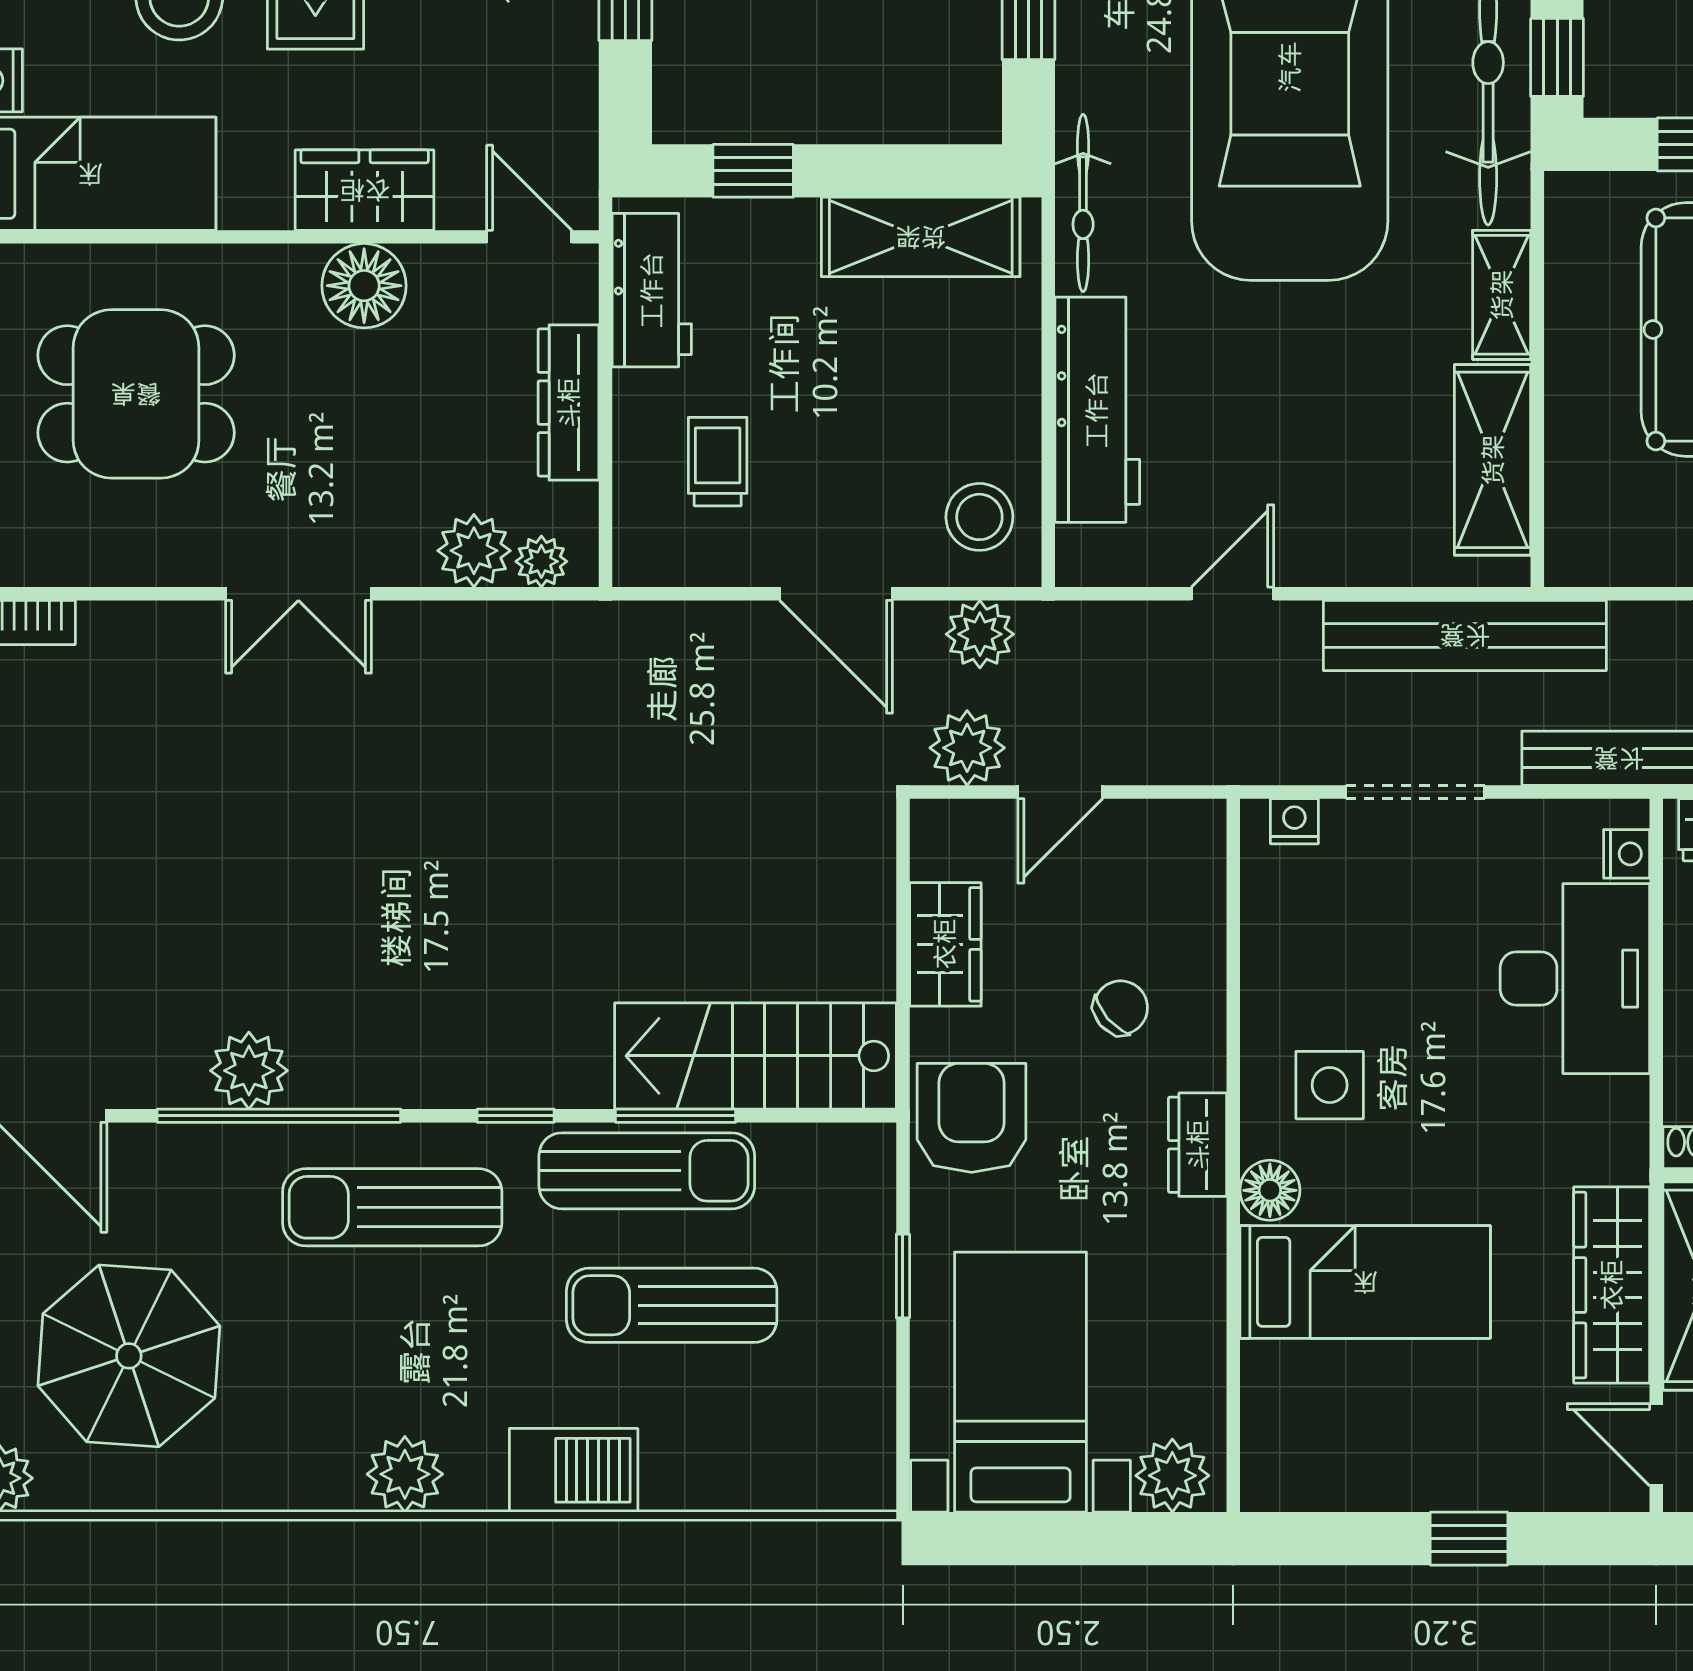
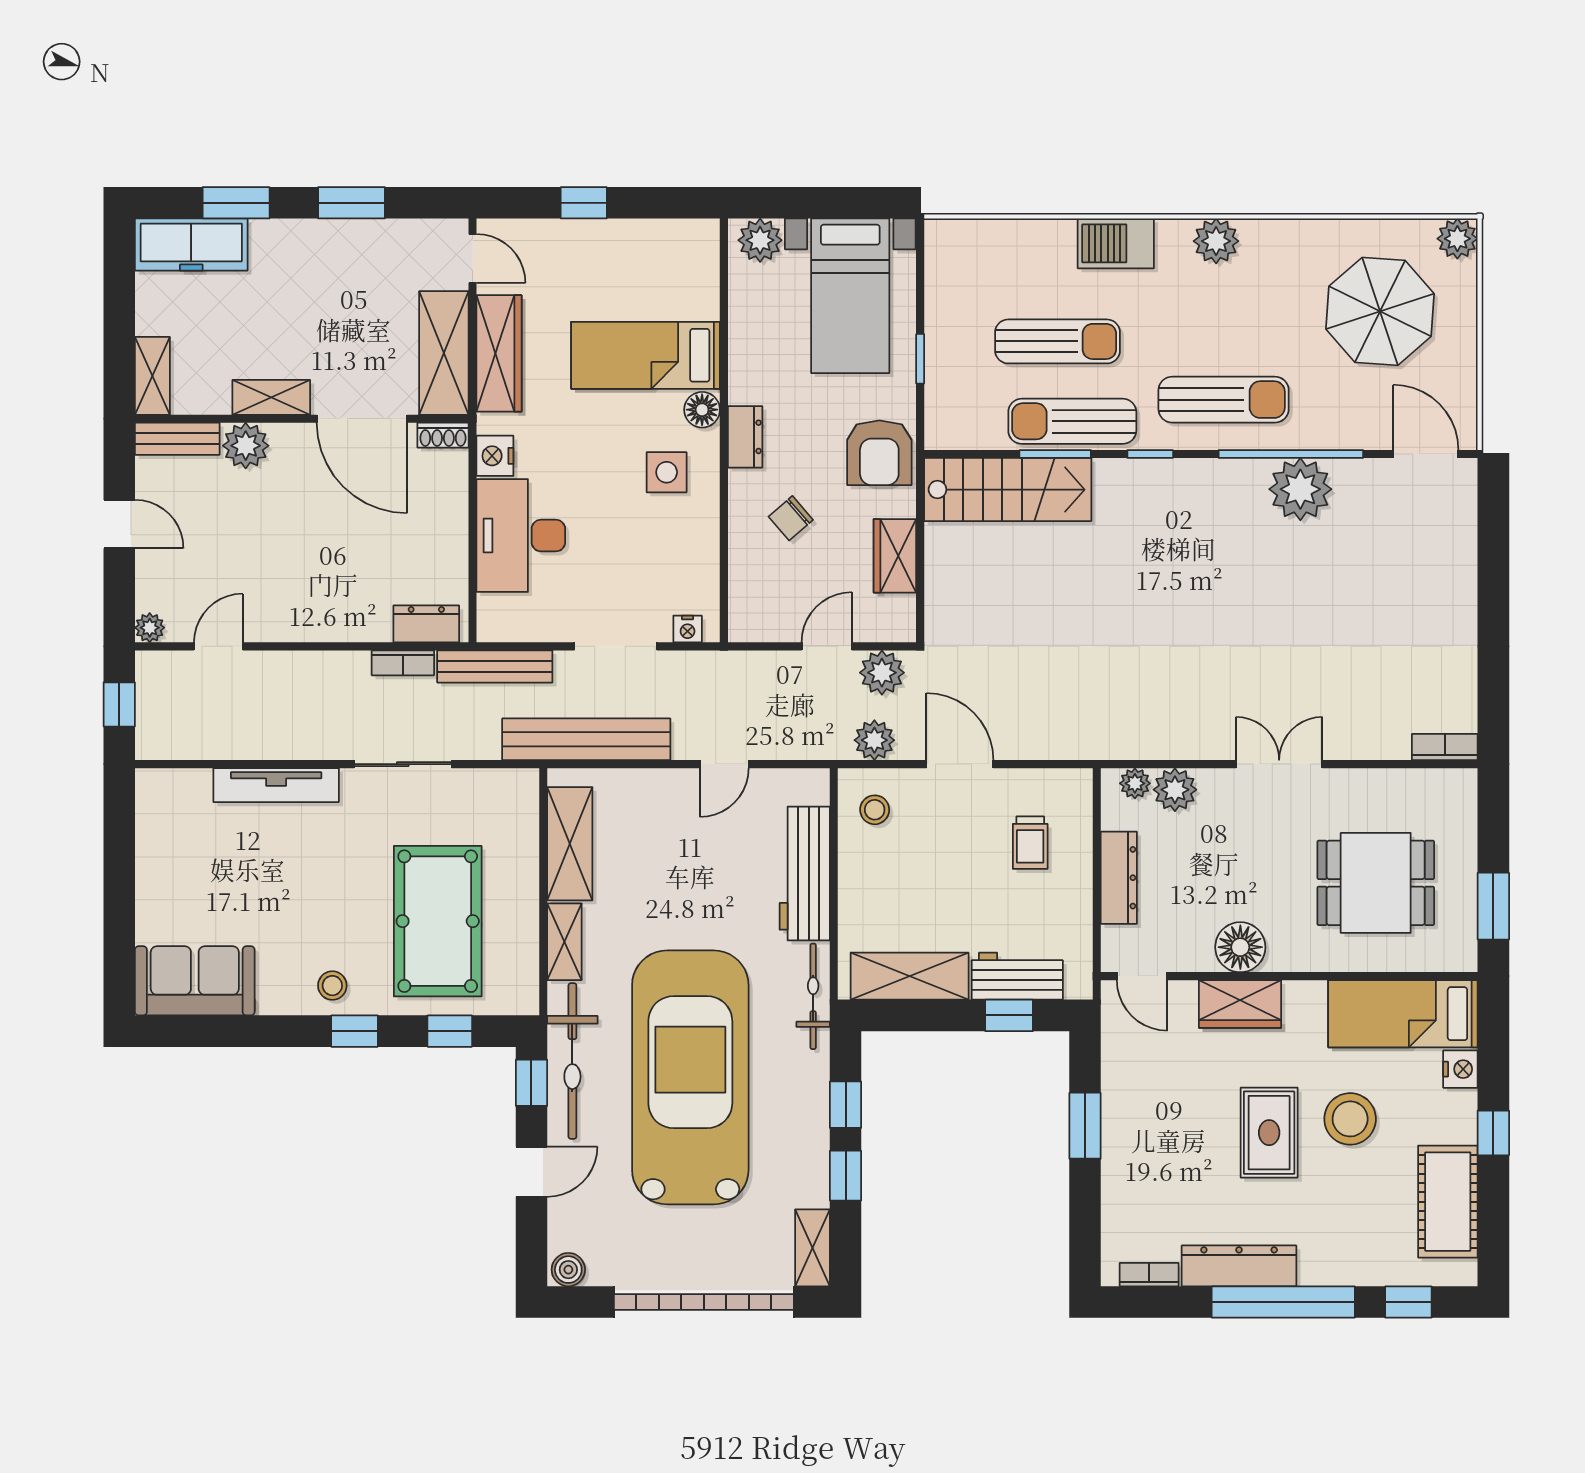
workbench: (652, 290) -> (1017, 976), moved, turned 90
stool: (979, 517) -> (875, 810), width x0.73, depth x0.73
nightstand: (1627, 854) -> (495, 456), moved, width x1.39, depth x1.35
plant: (249, 1071) -> (1300, 489), width x1.36, depth x1.36

